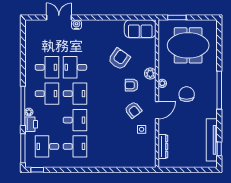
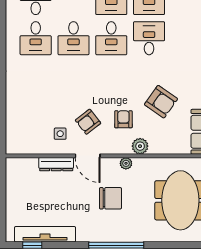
dresser: (163, 146) -> (56, 164), moved

